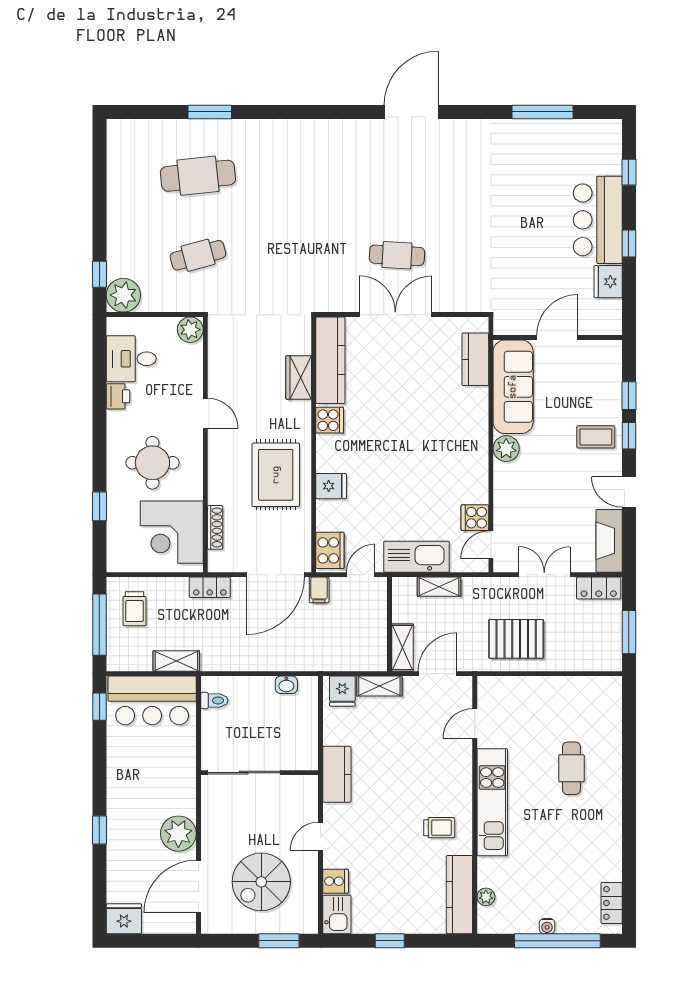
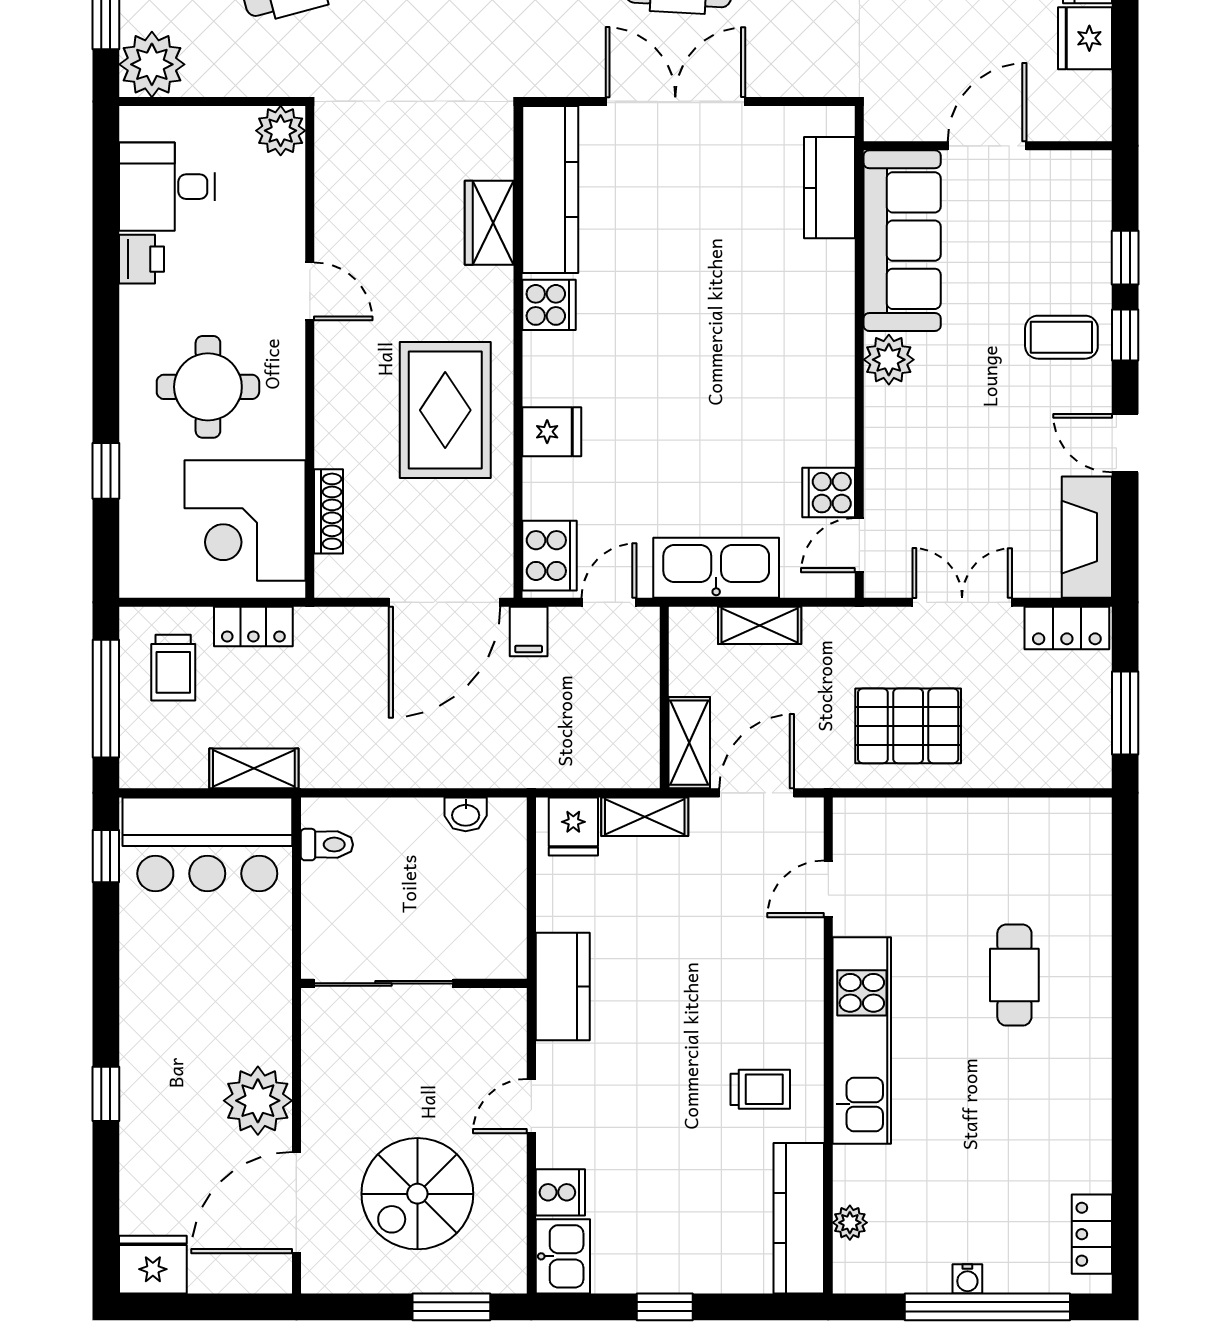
locker: (210, 587) -> (253, 627), moved

